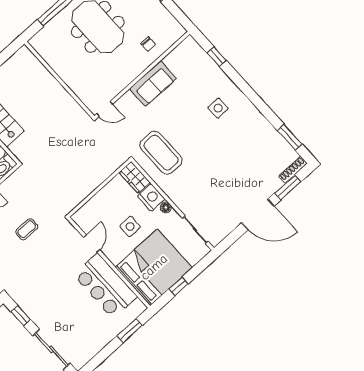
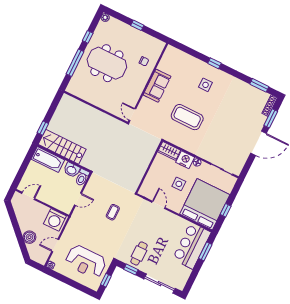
window: (217, 57) -> (215, 63), moved
door: (105, 109) -> (132, 114), swing flipped
coffee table: (161, 153) -> (187, 117), moved
bar counter: (105, 286) -> (192, 246), moved, turned 90
cafe table: (40, 298) -> (139, 253), added

